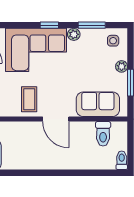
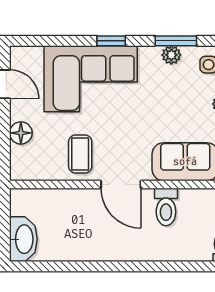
plant: (74, 34) -> (171, 55), moved
toilet: (103, 134) -> (166, 207), moved

